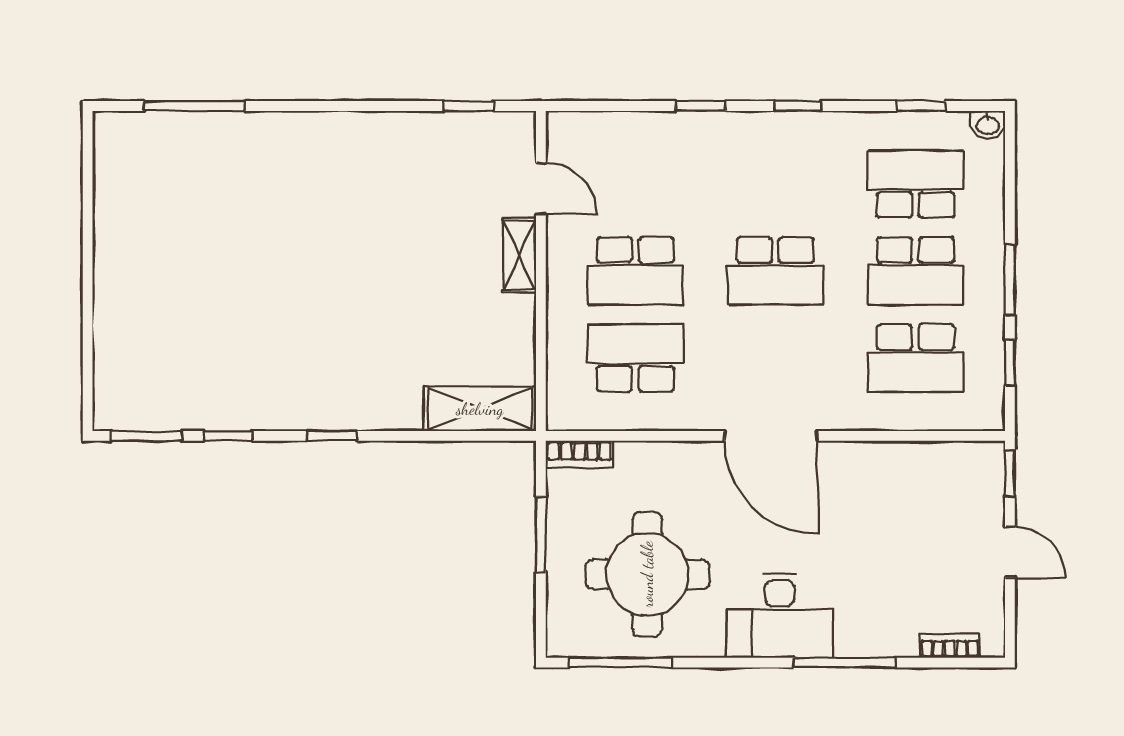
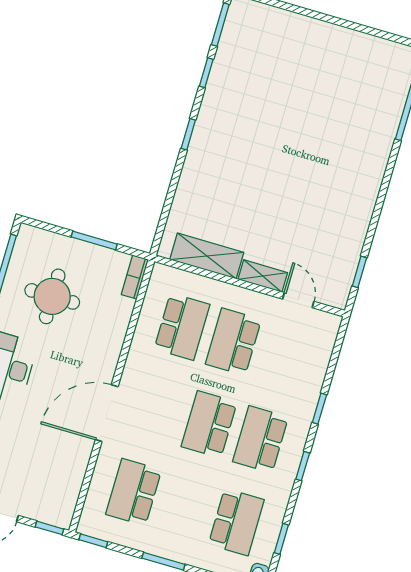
door: (541, 189) -> (298, 300), swing flipped
school desk: (915, 271) -> (260, 439), moved
window: (1010, 363) -> (93, 541), moved
shelving: (480, 409) -> (207, 256), moved, turned 90
door: (771, 436) -> (107, 413), moved
round table: (647, 574) -> (52, 296), width x0.73, depth x0.73

